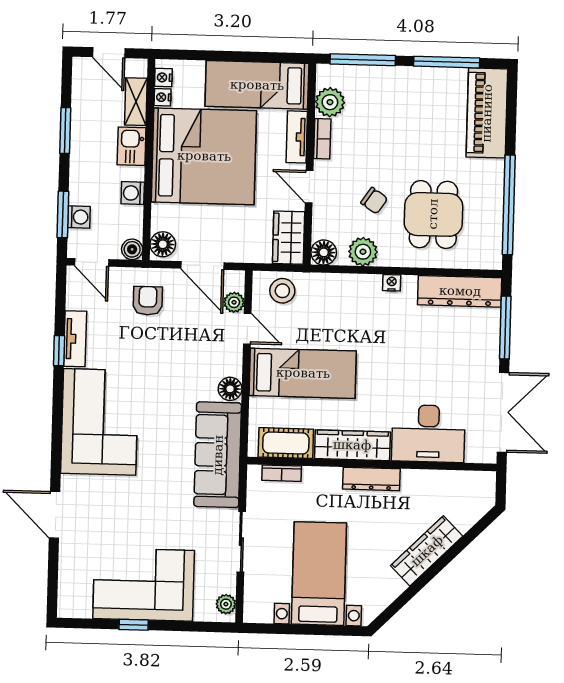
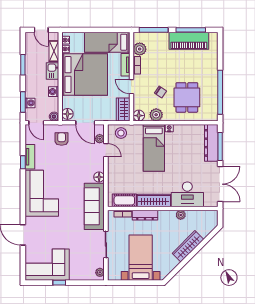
piano: (487, 113) -> (189, 41), moved, turned -90
dresser: (460, 291) -> (211, 143), moved, turned 90
bed: (303, 373) -> (154, 148), moved, turned 90
dresser: (371, 479) -> (145, 215), moved
plant: (412, 479) -> (181, 215), added
corner sofa: (144, 585) -> (47, 265), moved

